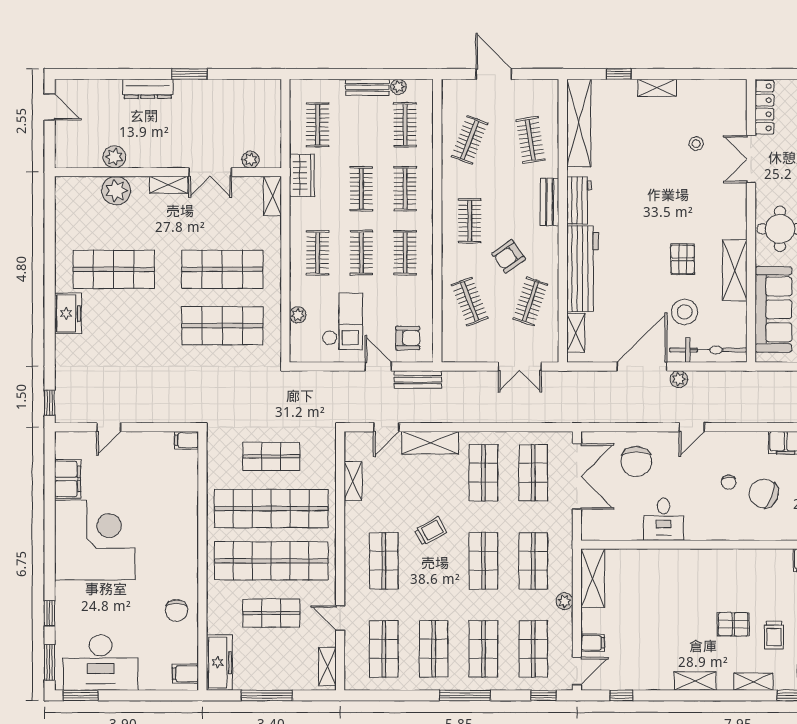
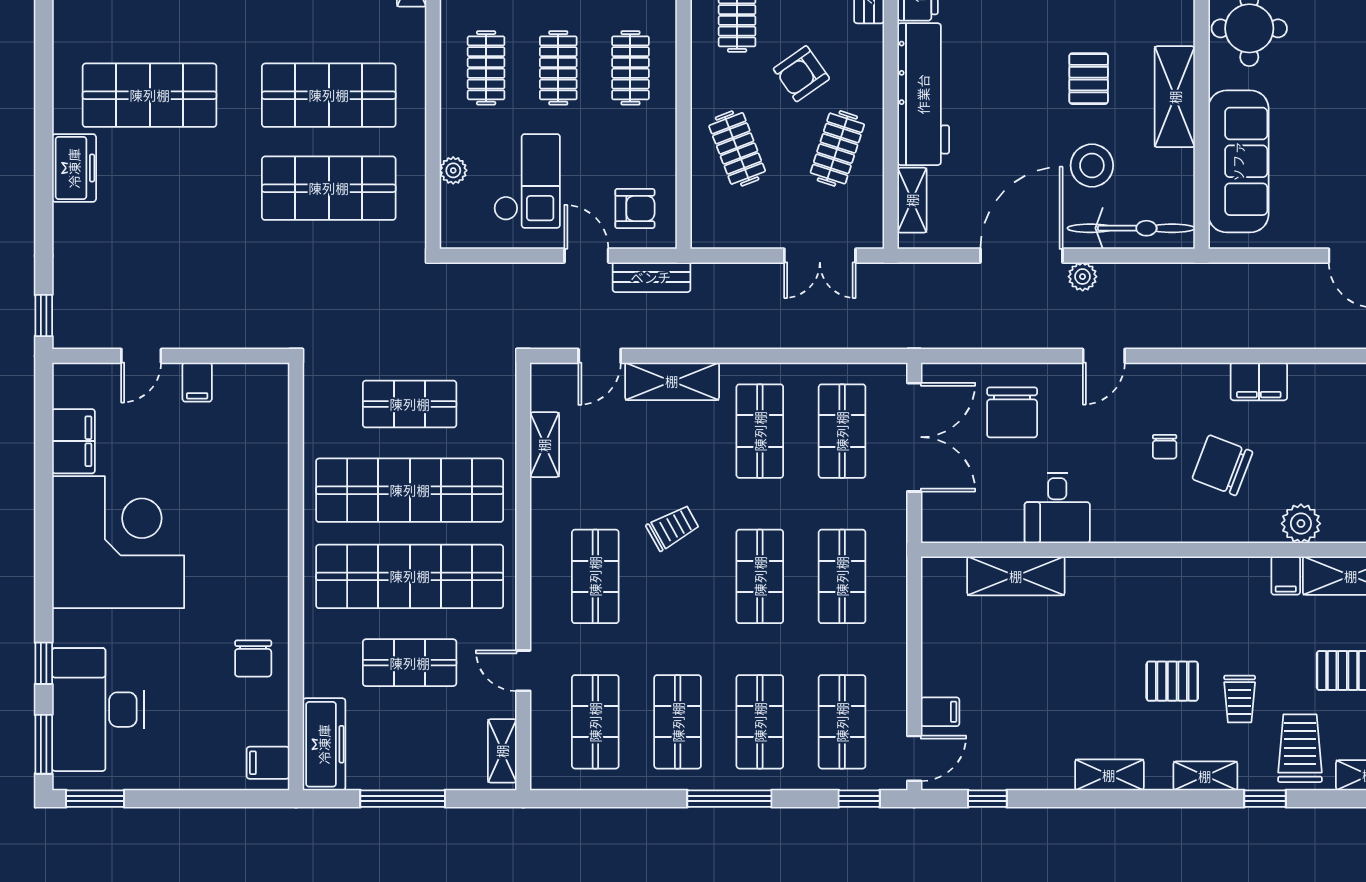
filing cabinet: (187, 440) -> (197, 382), moved, turned -90
shelving: (593, 578) -> (1016, 576), moved, turned 90
plant: (564, 601) -> (894, 643), removed
desk: (101, 662) -> (98, 710), moved, turned 90

